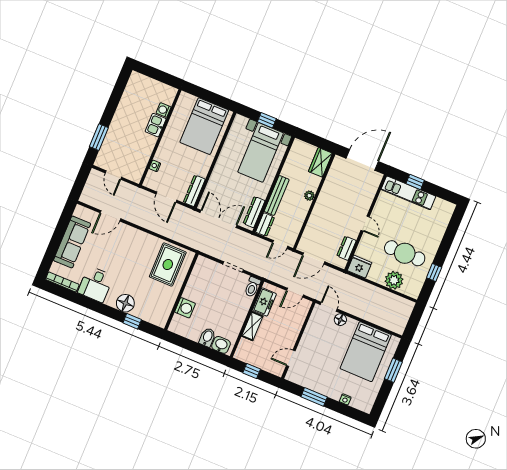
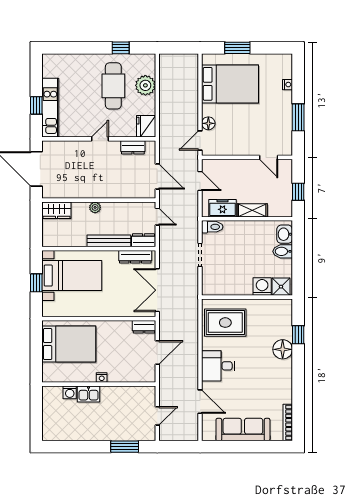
nightstand: (155, 166) -> (102, 377), moved
dresser: (194, 191) -> (144, 327), width x0.70
desk: (96, 284) -> (218, 366), moved, turned 180
shower: (178, 324) -> (281, 287), added

